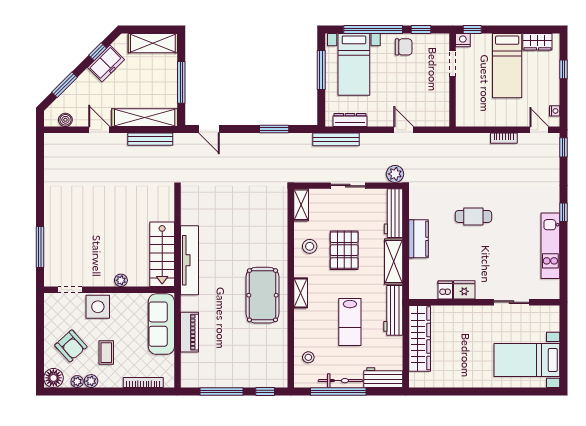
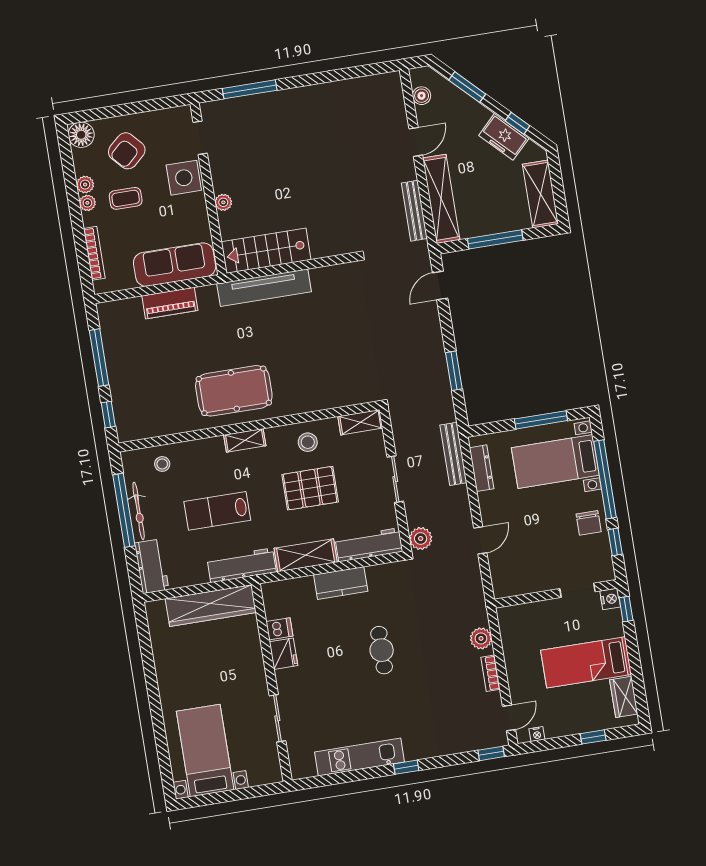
plant: (477, 141) -> (481, 638), added
plant: (77, 382) -> (87, 203), moved

